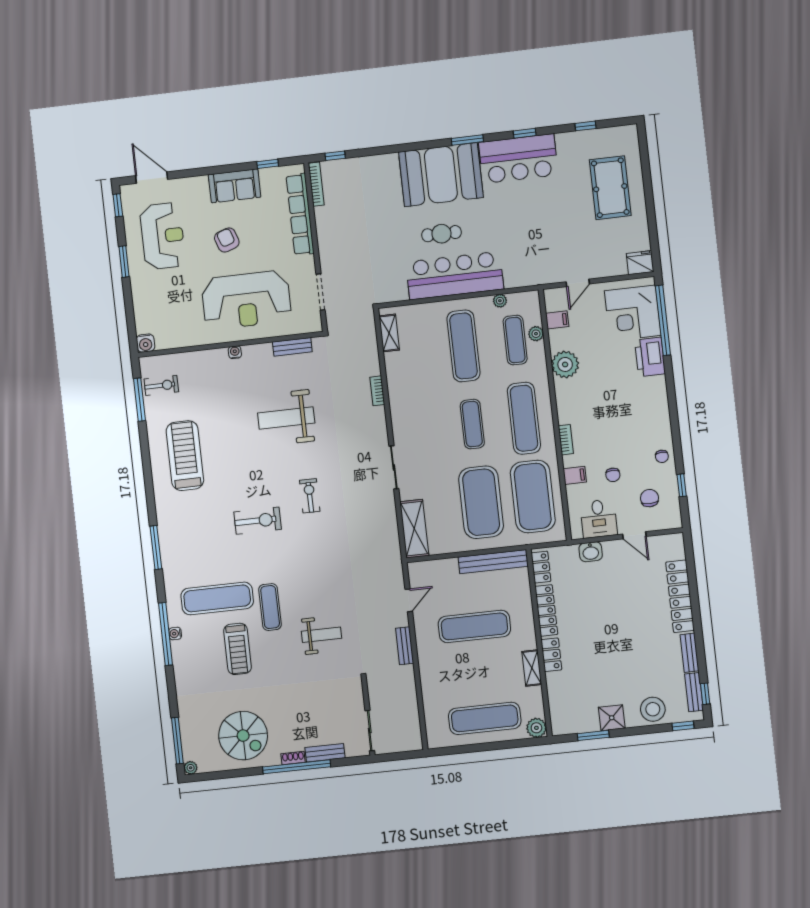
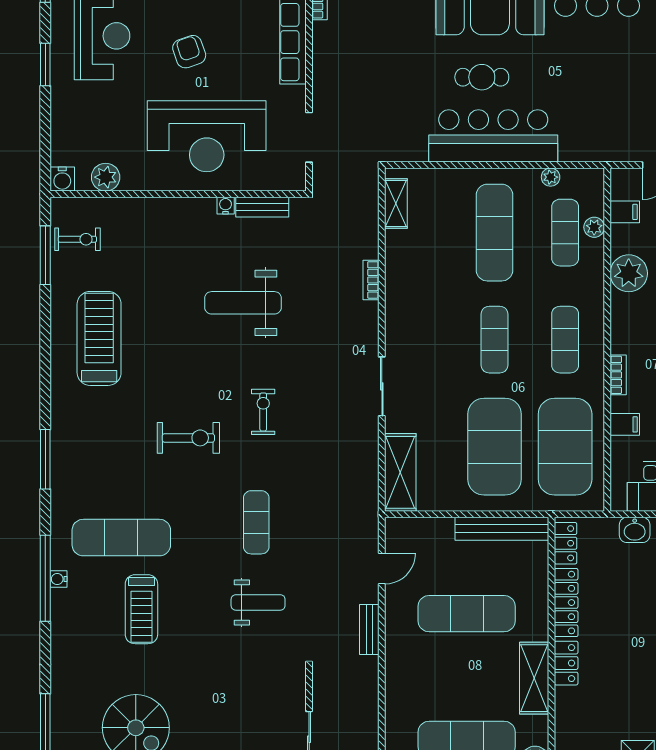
plant: (177, 338) -> (106, 177), added
water cooler: (235, 352) -> (226, 206), moved
exercise mat: (524, 418) -> (565, 340), width x0.73, depth x0.69
exercise mat: (270, 607) -> (256, 522), moved
shelving: (532, 668) -> (534, 678), width x1.50, depth x1.33

